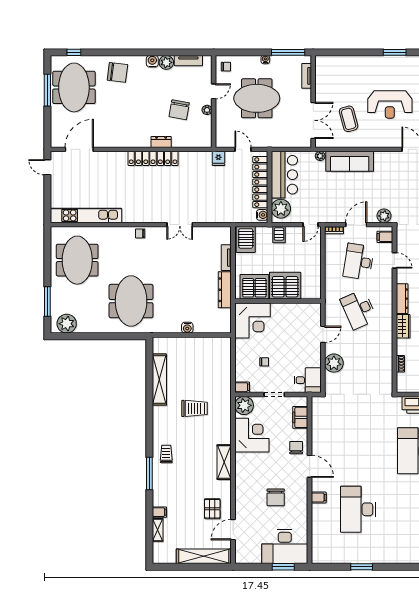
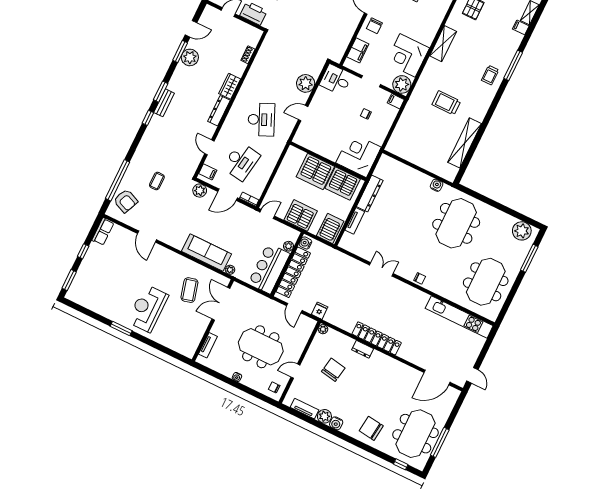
window: (288, 52) -> (214, 374), removed
reception desk: (390, 104) -> (148, 308), moved, turned -90
plant: (207, 110) -> (323, 329), moved
plant: (281, 209) -> (289, 246), width x0.53, depth x0.53
server rack: (279, 235) -> (301, 215), width x2.18, depth x1.44
water cooler: (187, 328) -> (437, 185), moved

